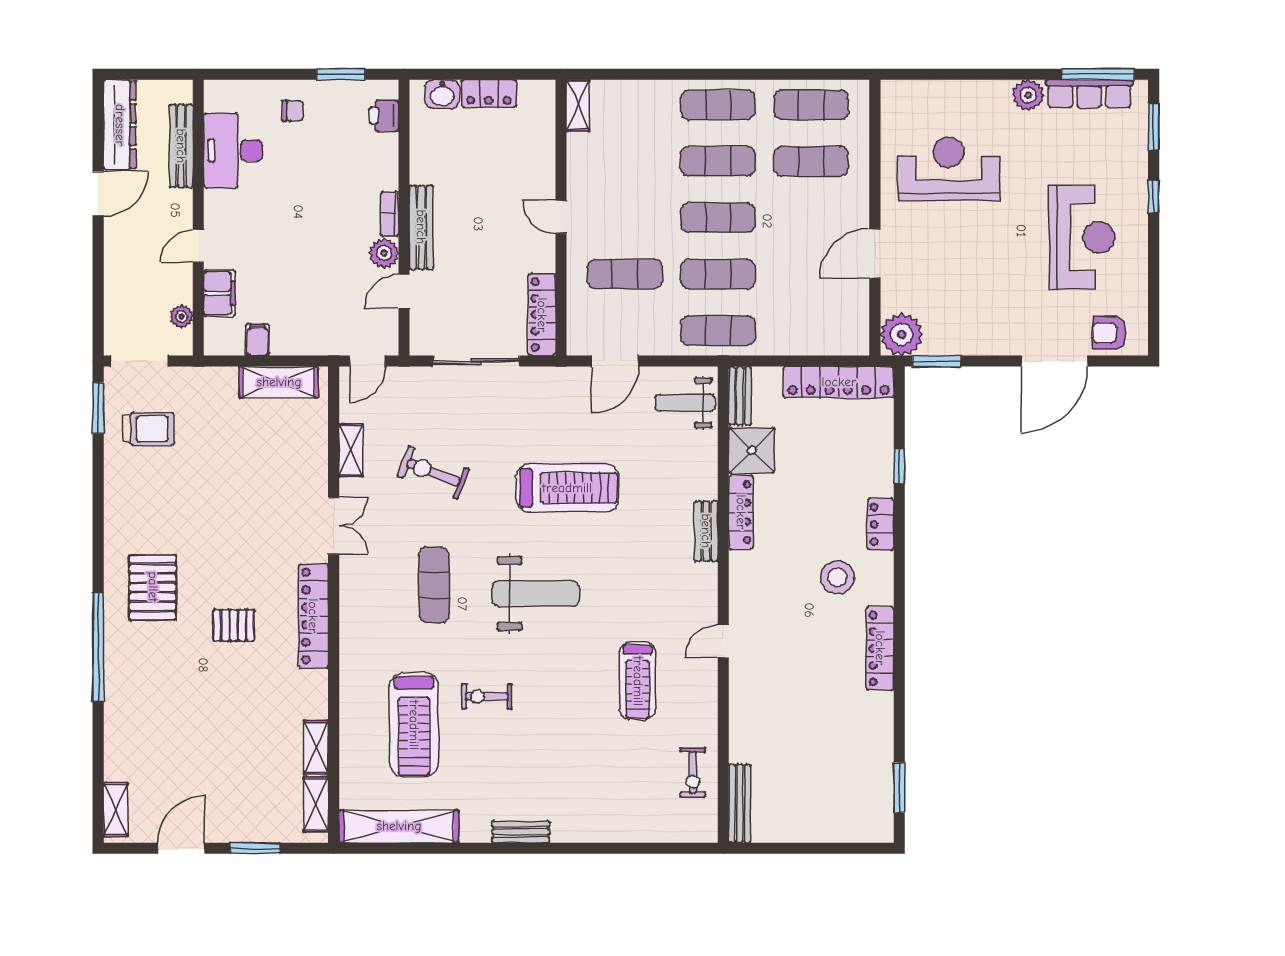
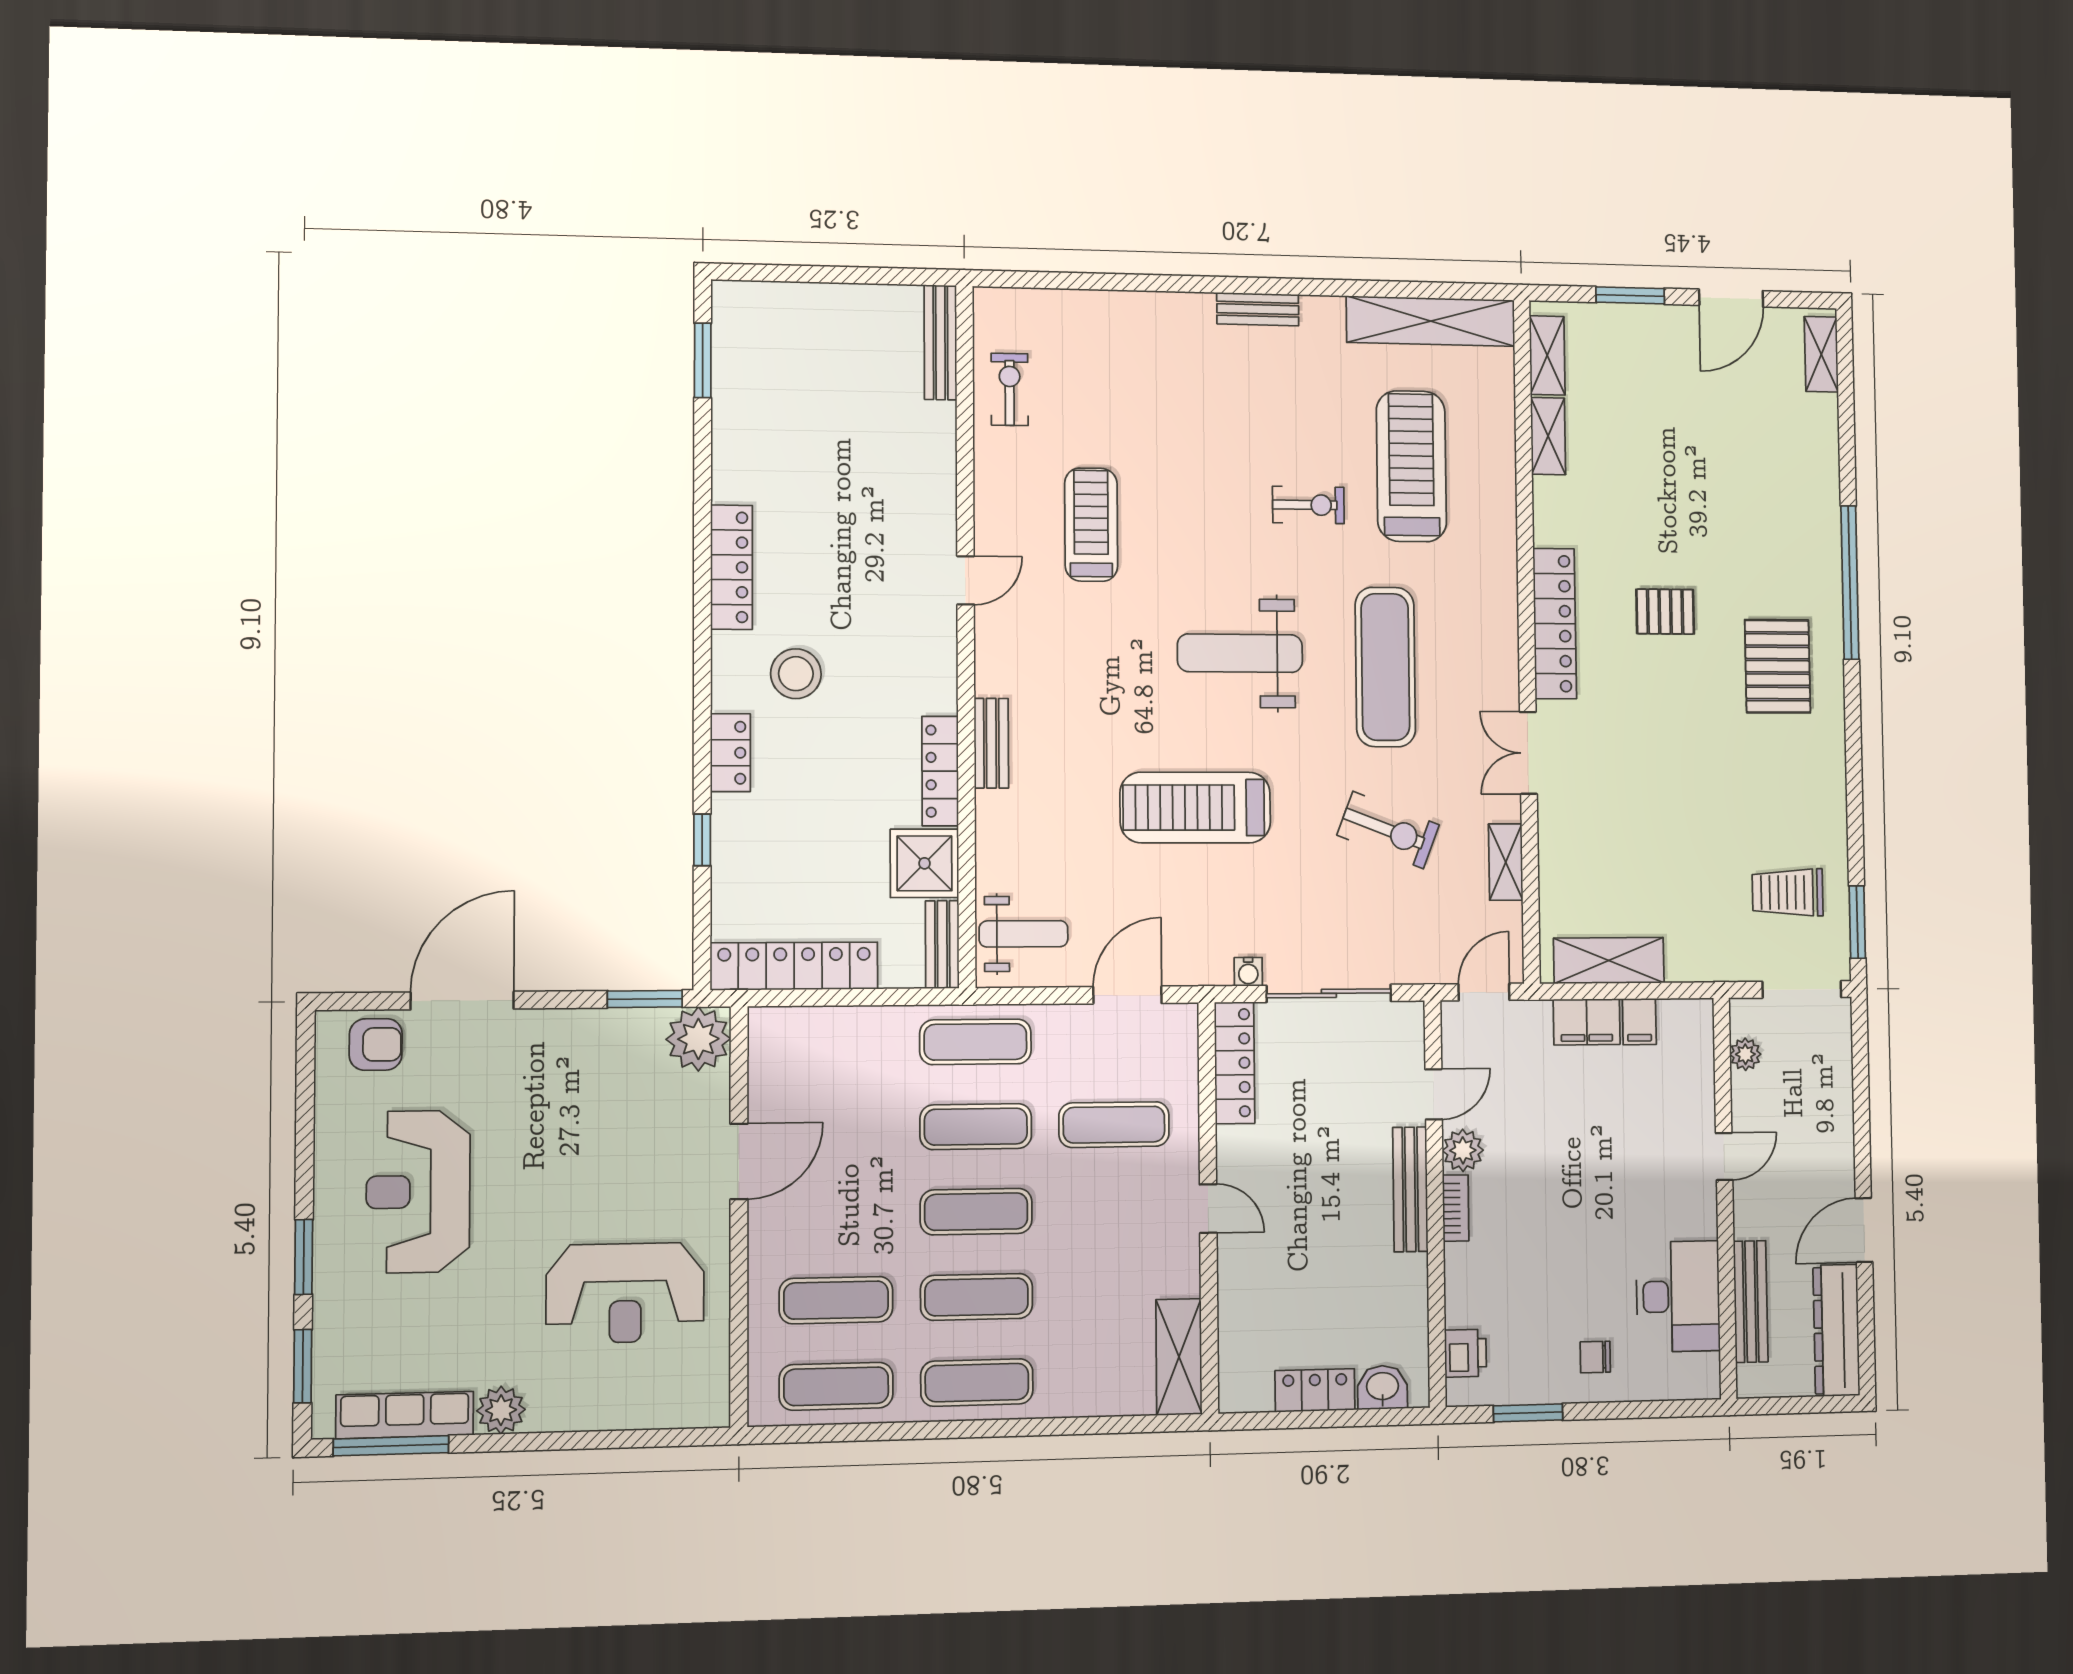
shelving: (578, 105) -> (1179, 1357), width x1.50, depth x1.33
window: (1154, 197) -> (304, 1257), width x1.50
filing cabinet: (219, 293) -> (1587, 1022), moved, turned -90
water cooler: (532, 376) -> (1248, 972), added
exercise mat: (434, 585) -> (1385, 667), width x1.36, depth x1.45

